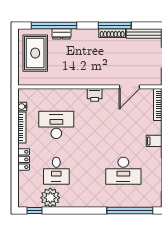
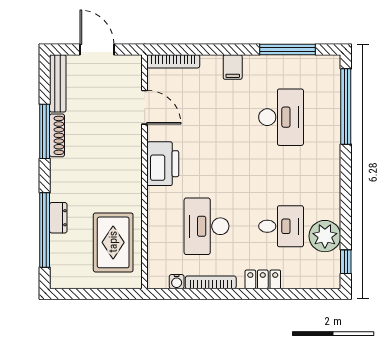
rug: (35, 53) -> (113, 242), moved, turned 90
printer: (95, 95) -> (163, 164), width x1.87, depth x1.48

